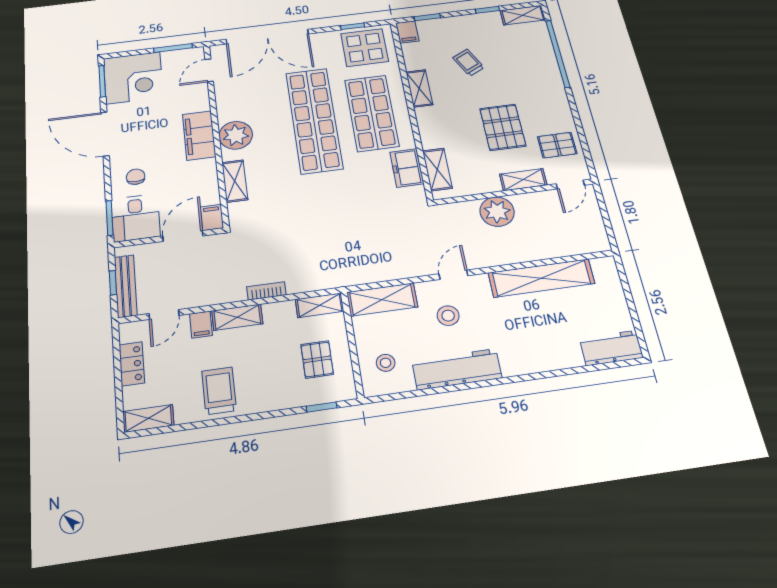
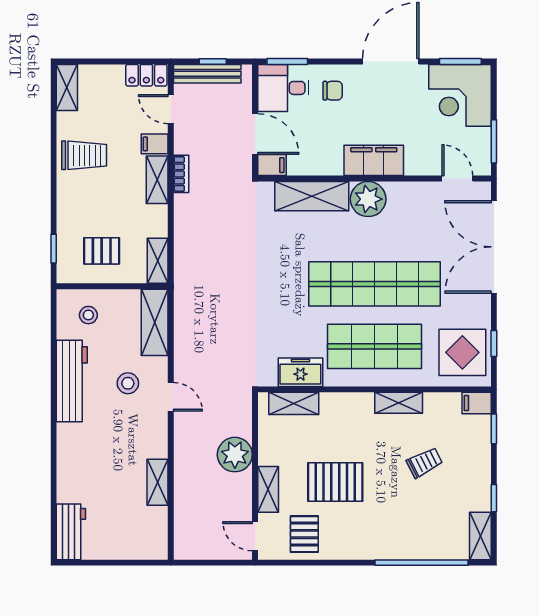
shelving: (235, 181) -> (312, 196), width x1.50, depth x1.33
shelving: (541, 278) -> (157, 482), width x0.45, depth x0.75
bookcase: (266, 291) -> (181, 174), moved
locker: (132, 364) -> (146, 75), moved

